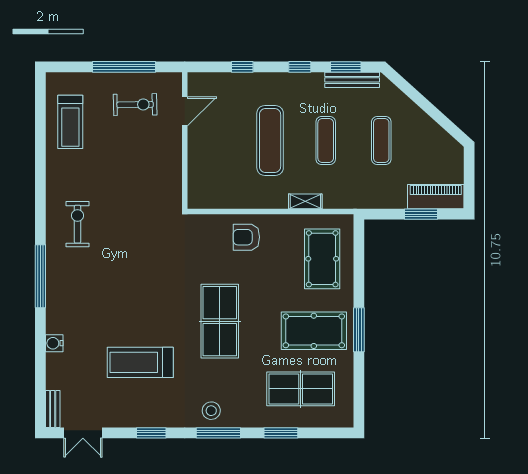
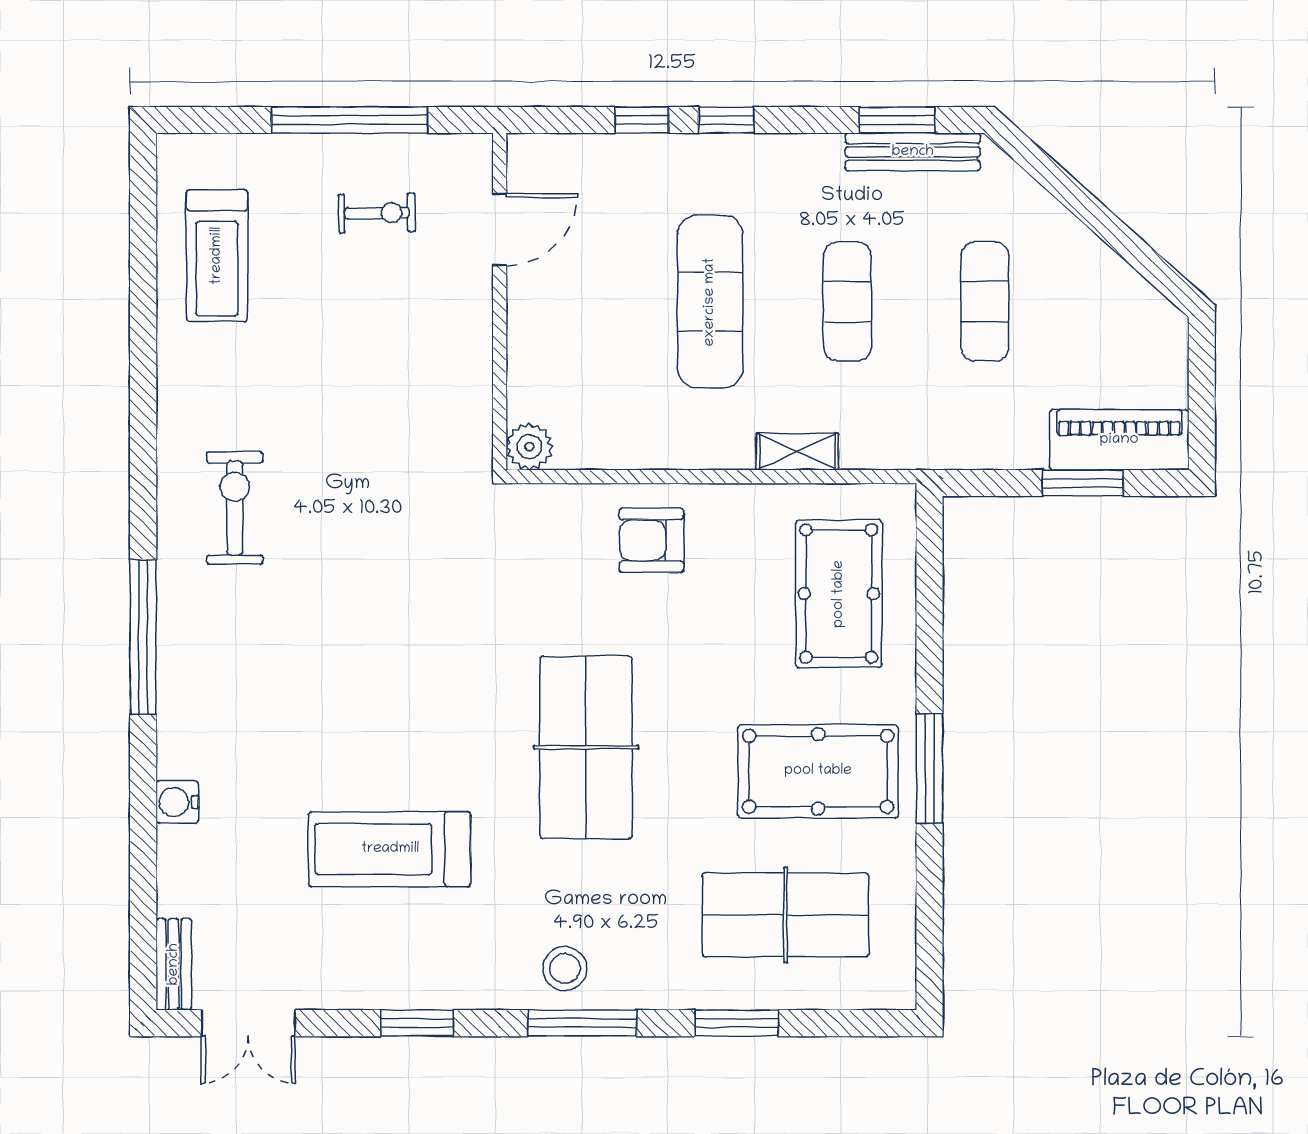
window: (300, 67) -> (726, 120), moved
exercise bike: (135, 105) -> (377, 213), width x0.73, depth x0.72
plant: (197, 199) -> (529, 447), added

